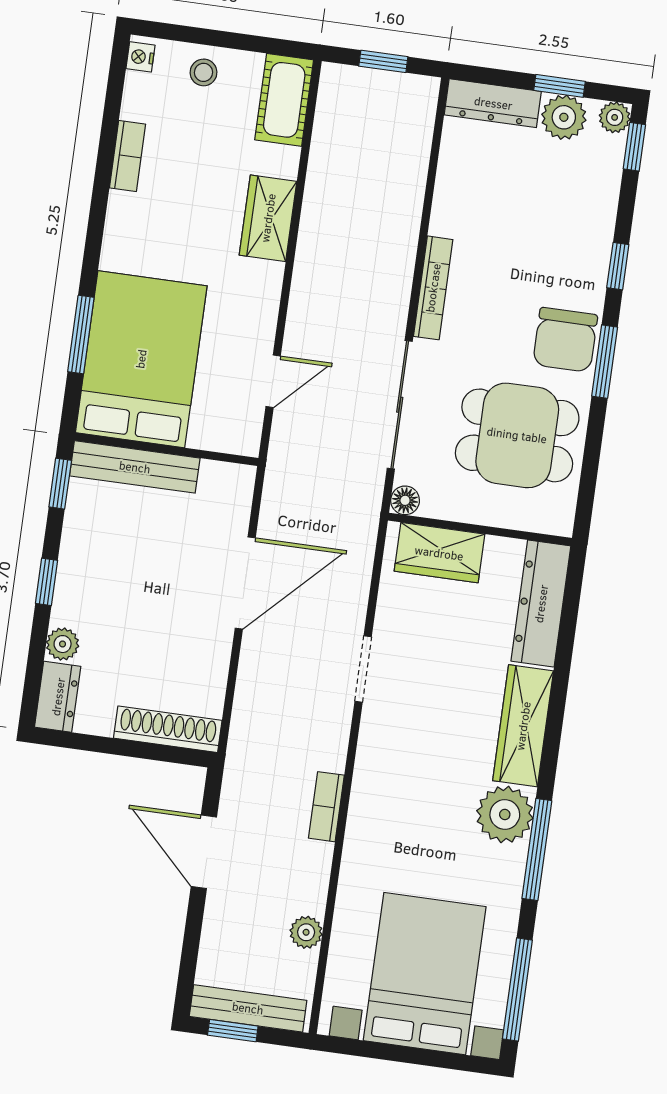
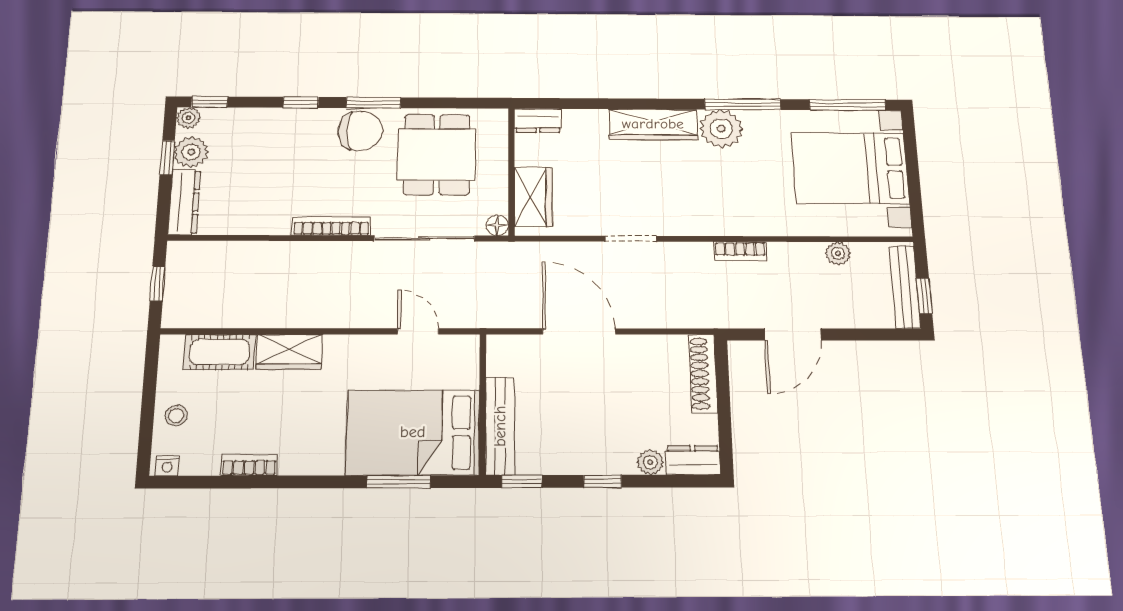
cot: (284, 100) -> (220, 352), moved
dresser: (541, 604) -> (538, 121), width x0.51, depth x0.80

